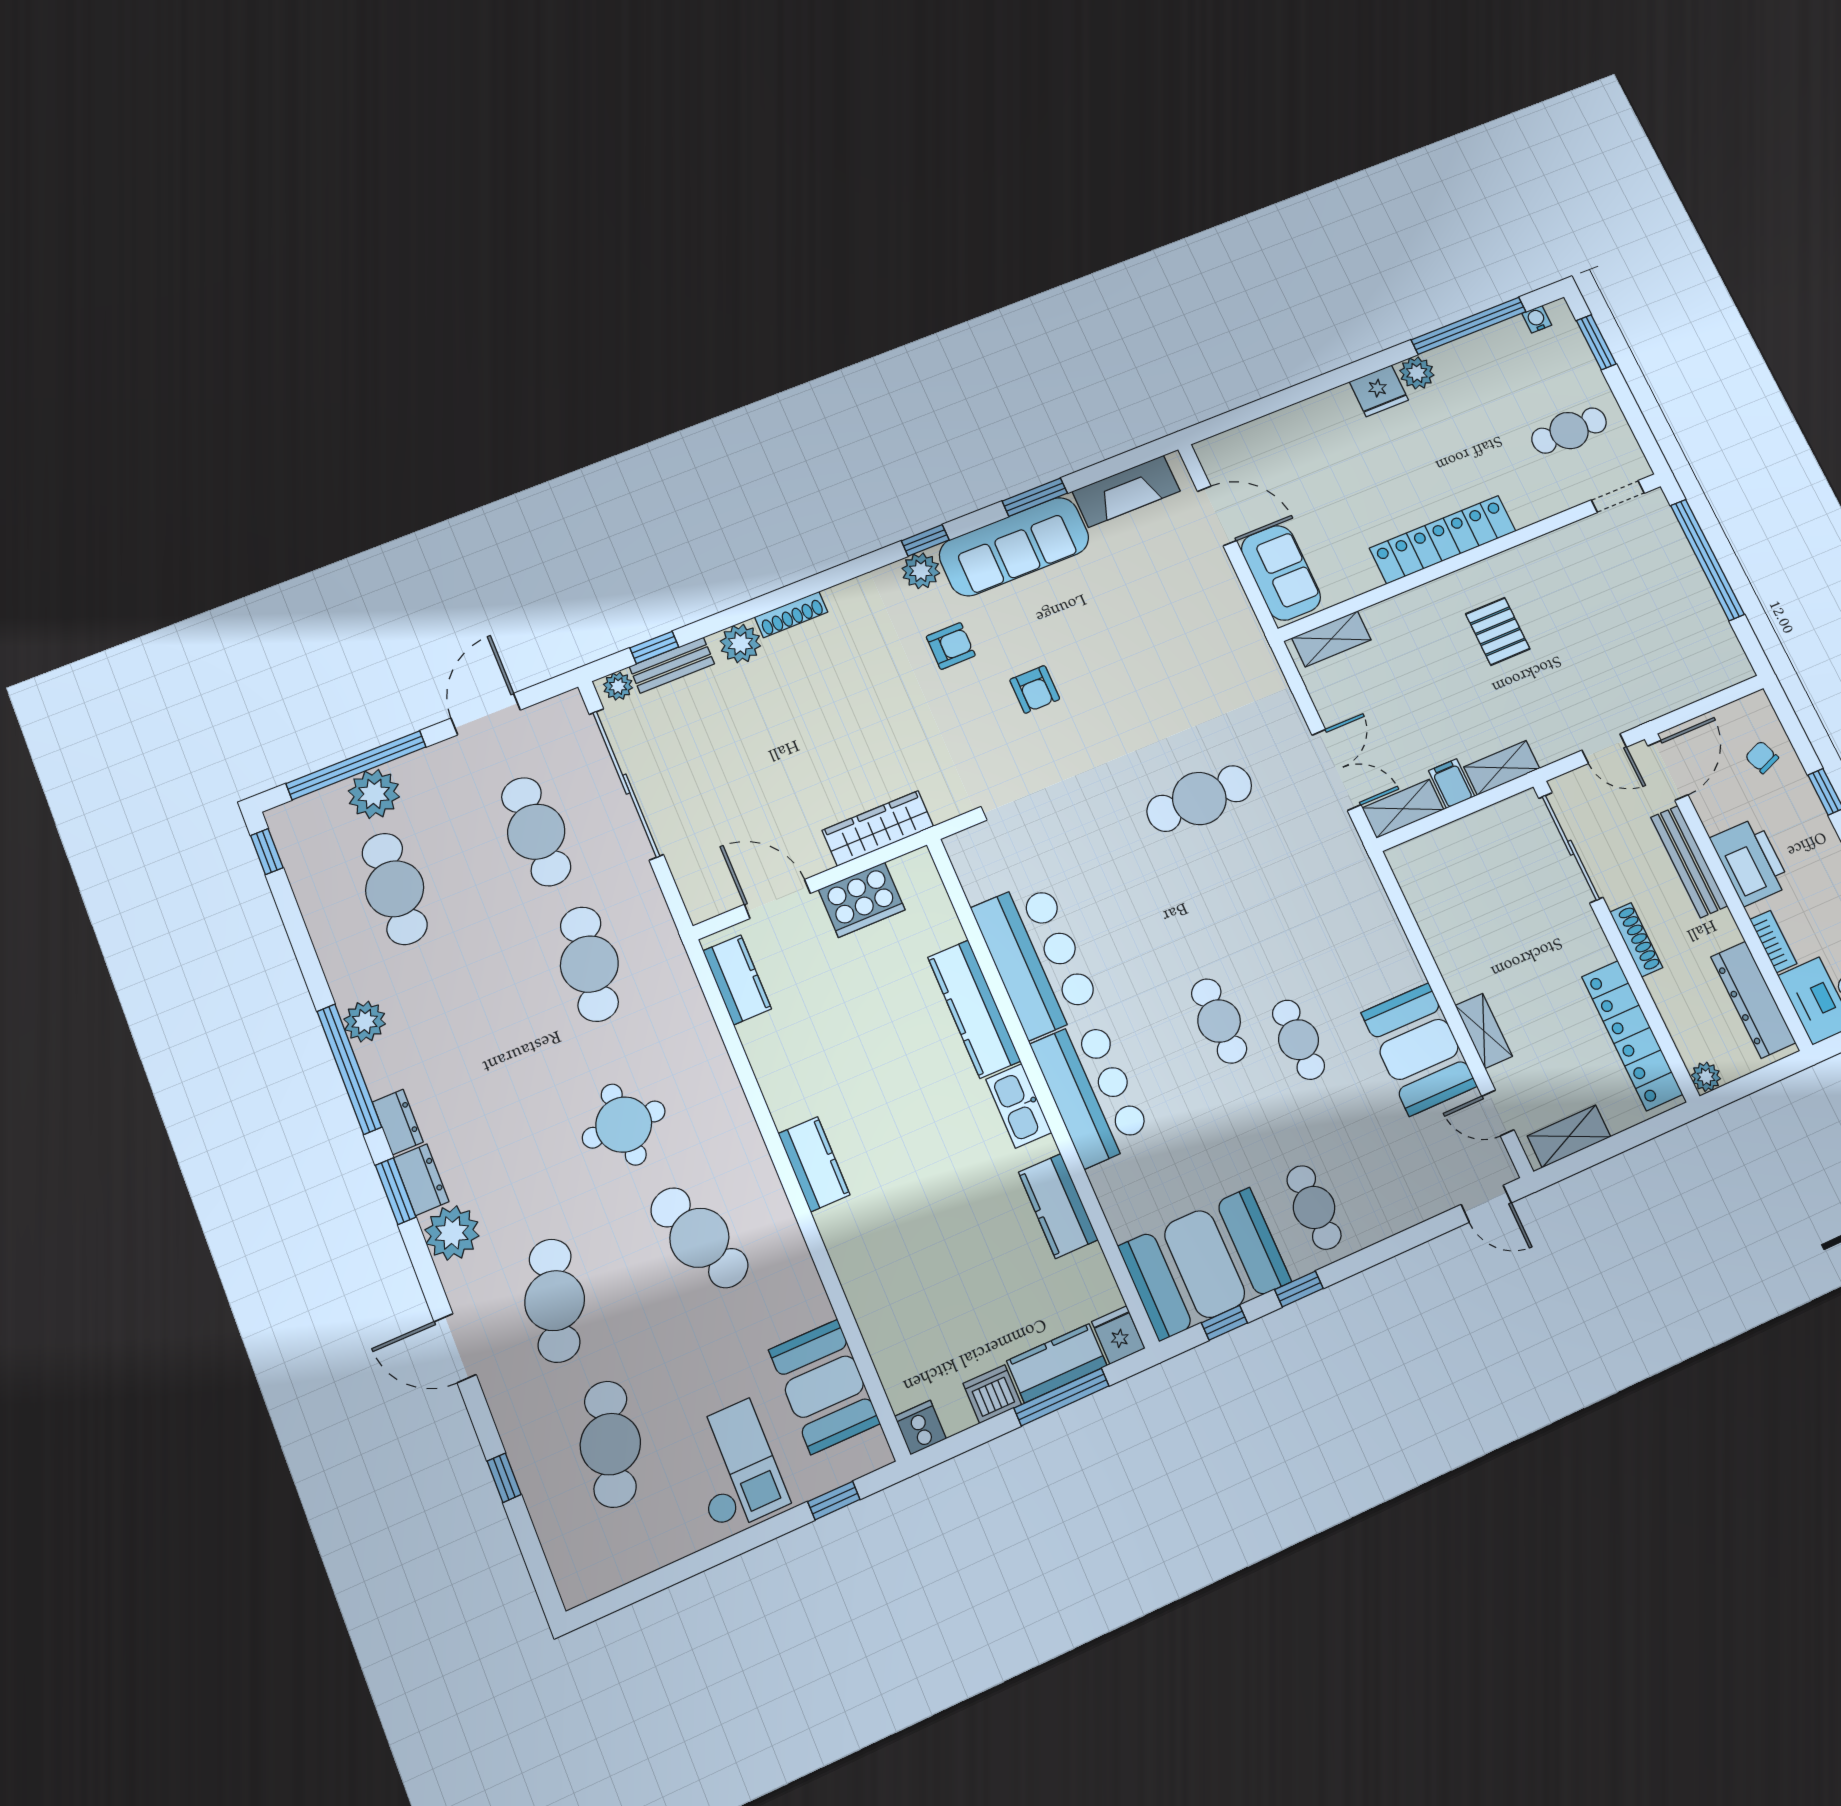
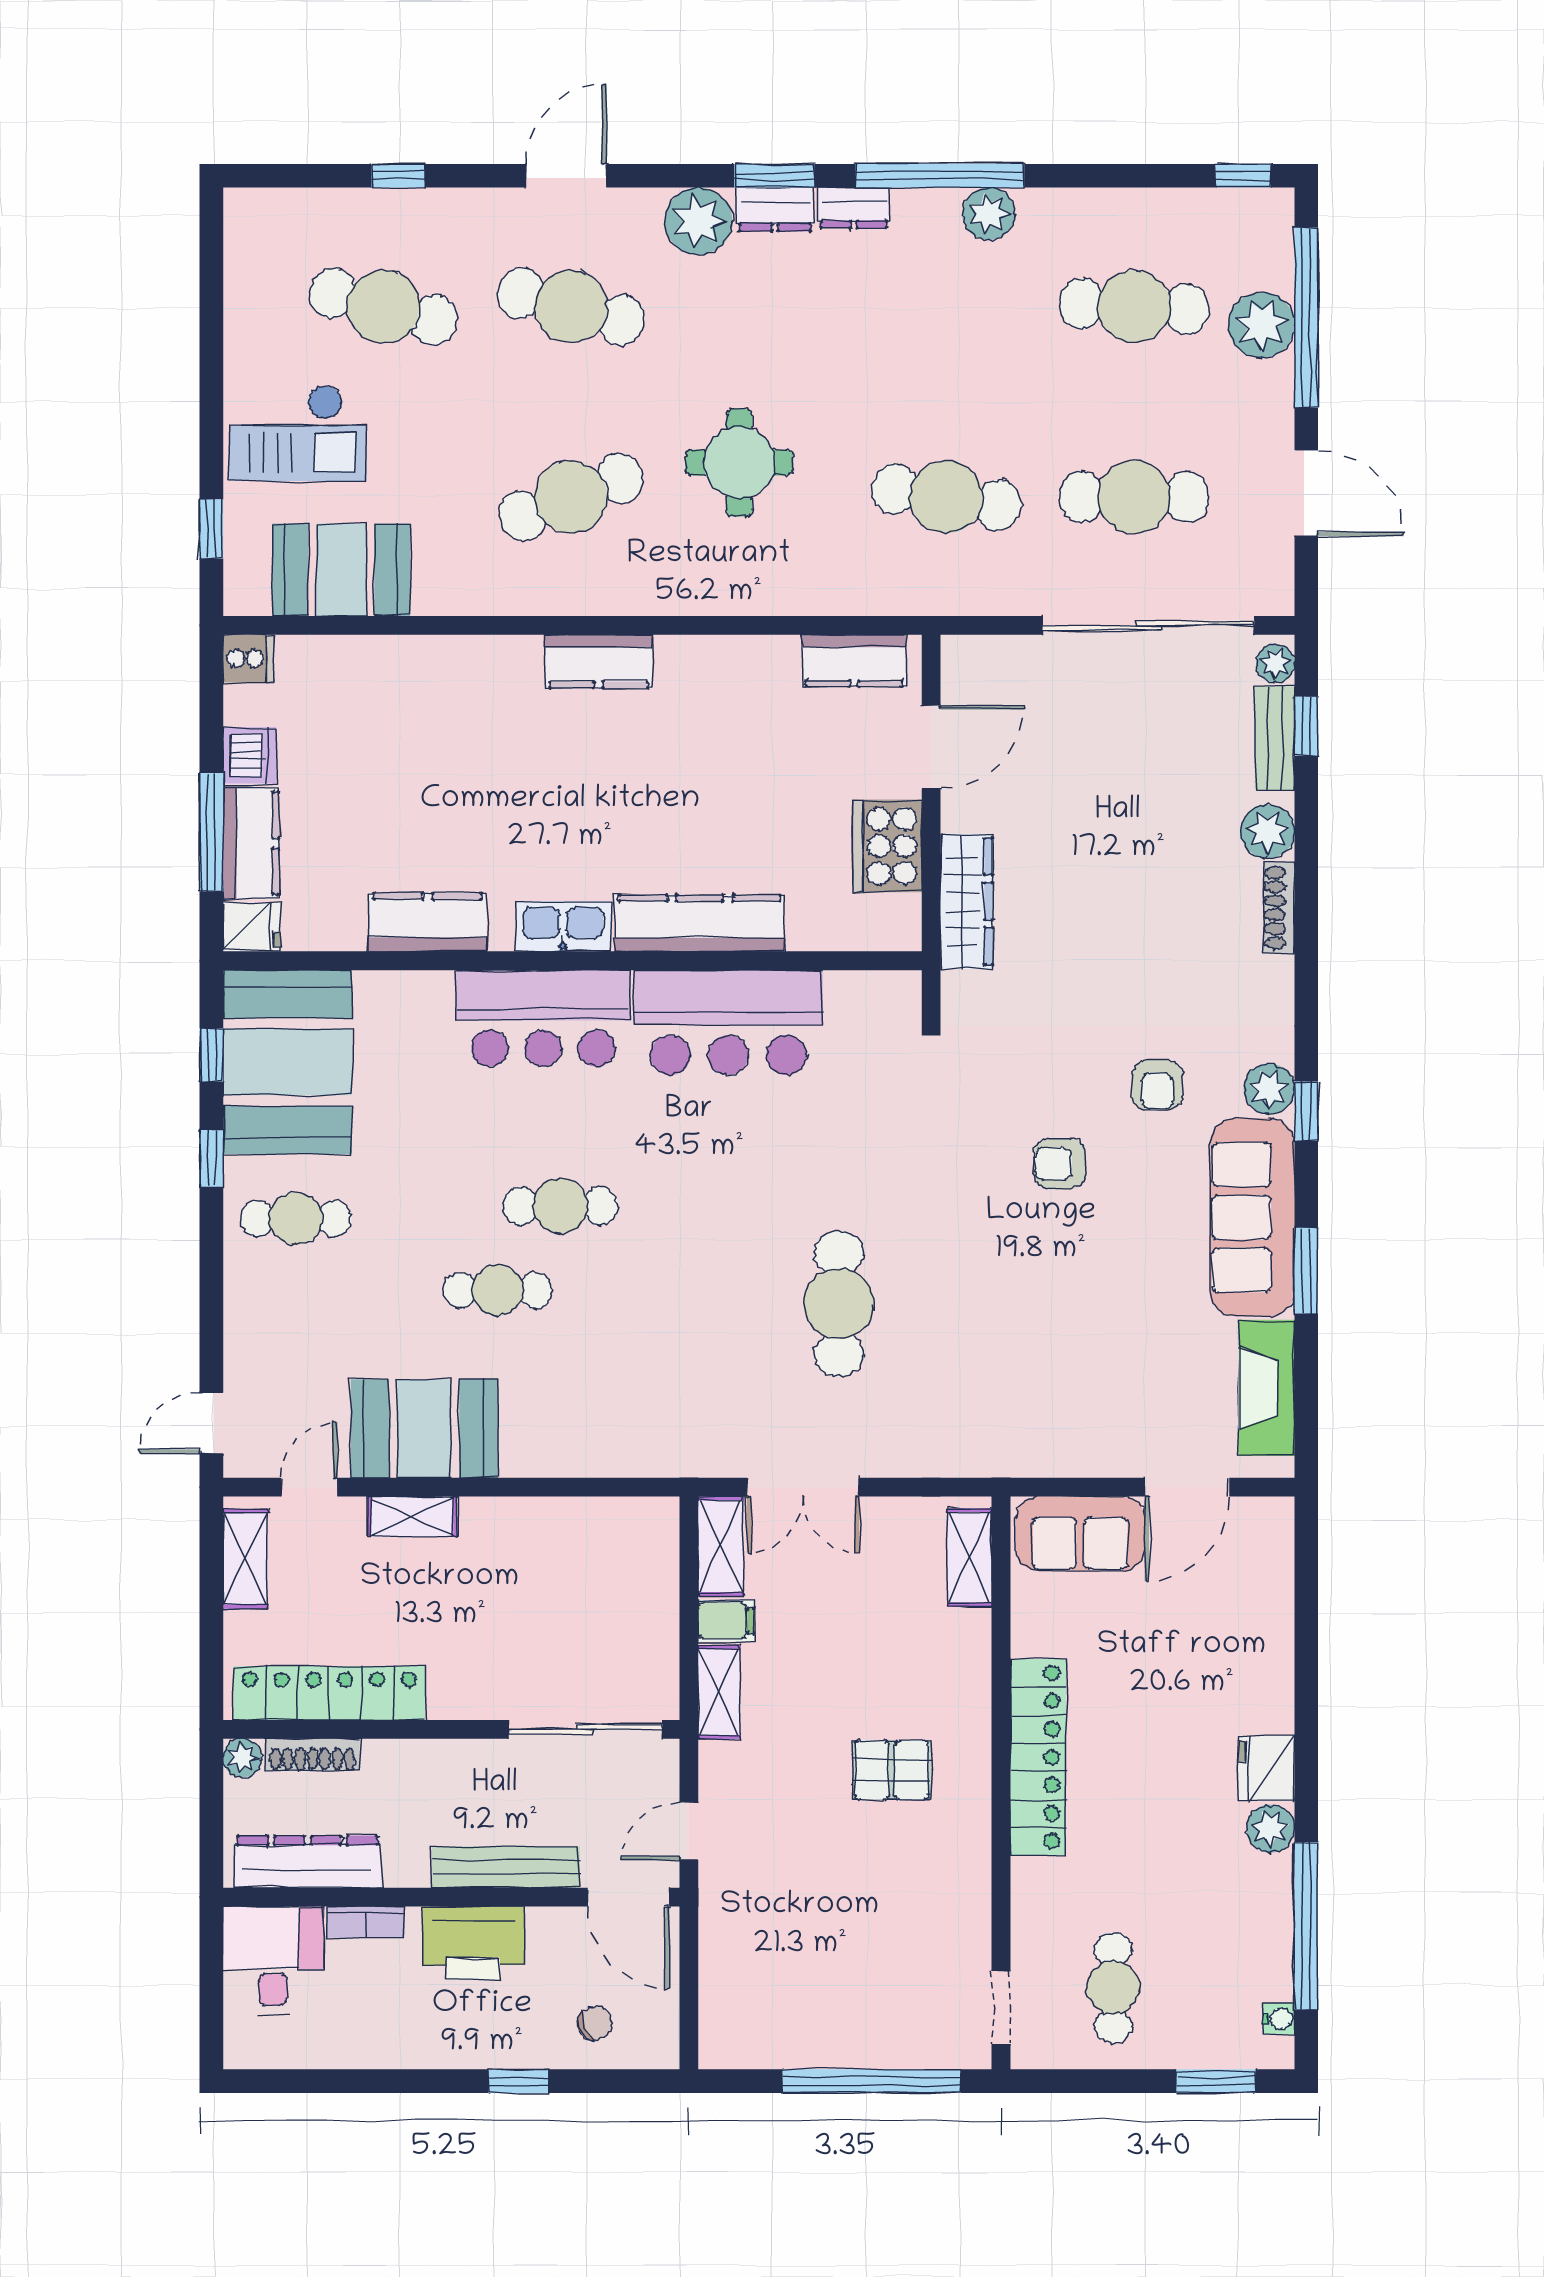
shoe rack: (1636, 940) -> (313, 1755), moved

